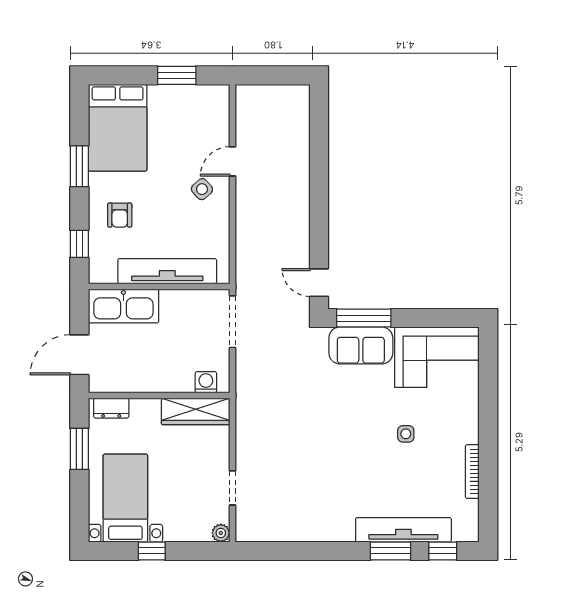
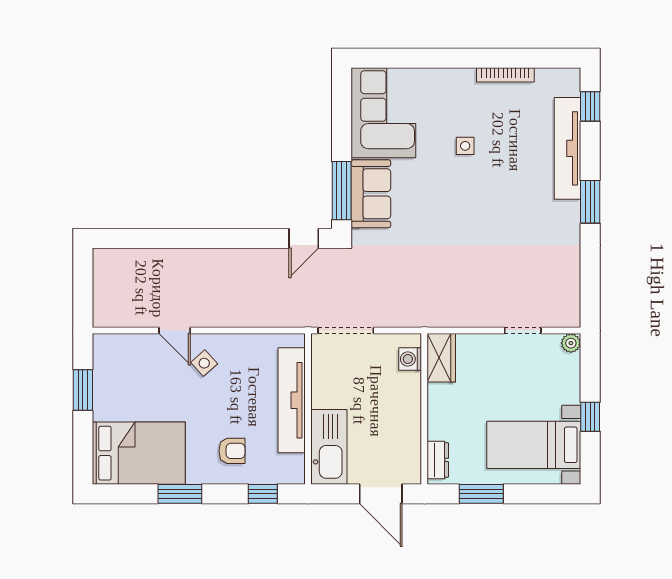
wardrobe: (196, 411) -> (441, 358), width x0.67
window: (390, 551) -> (590, 202), moved

